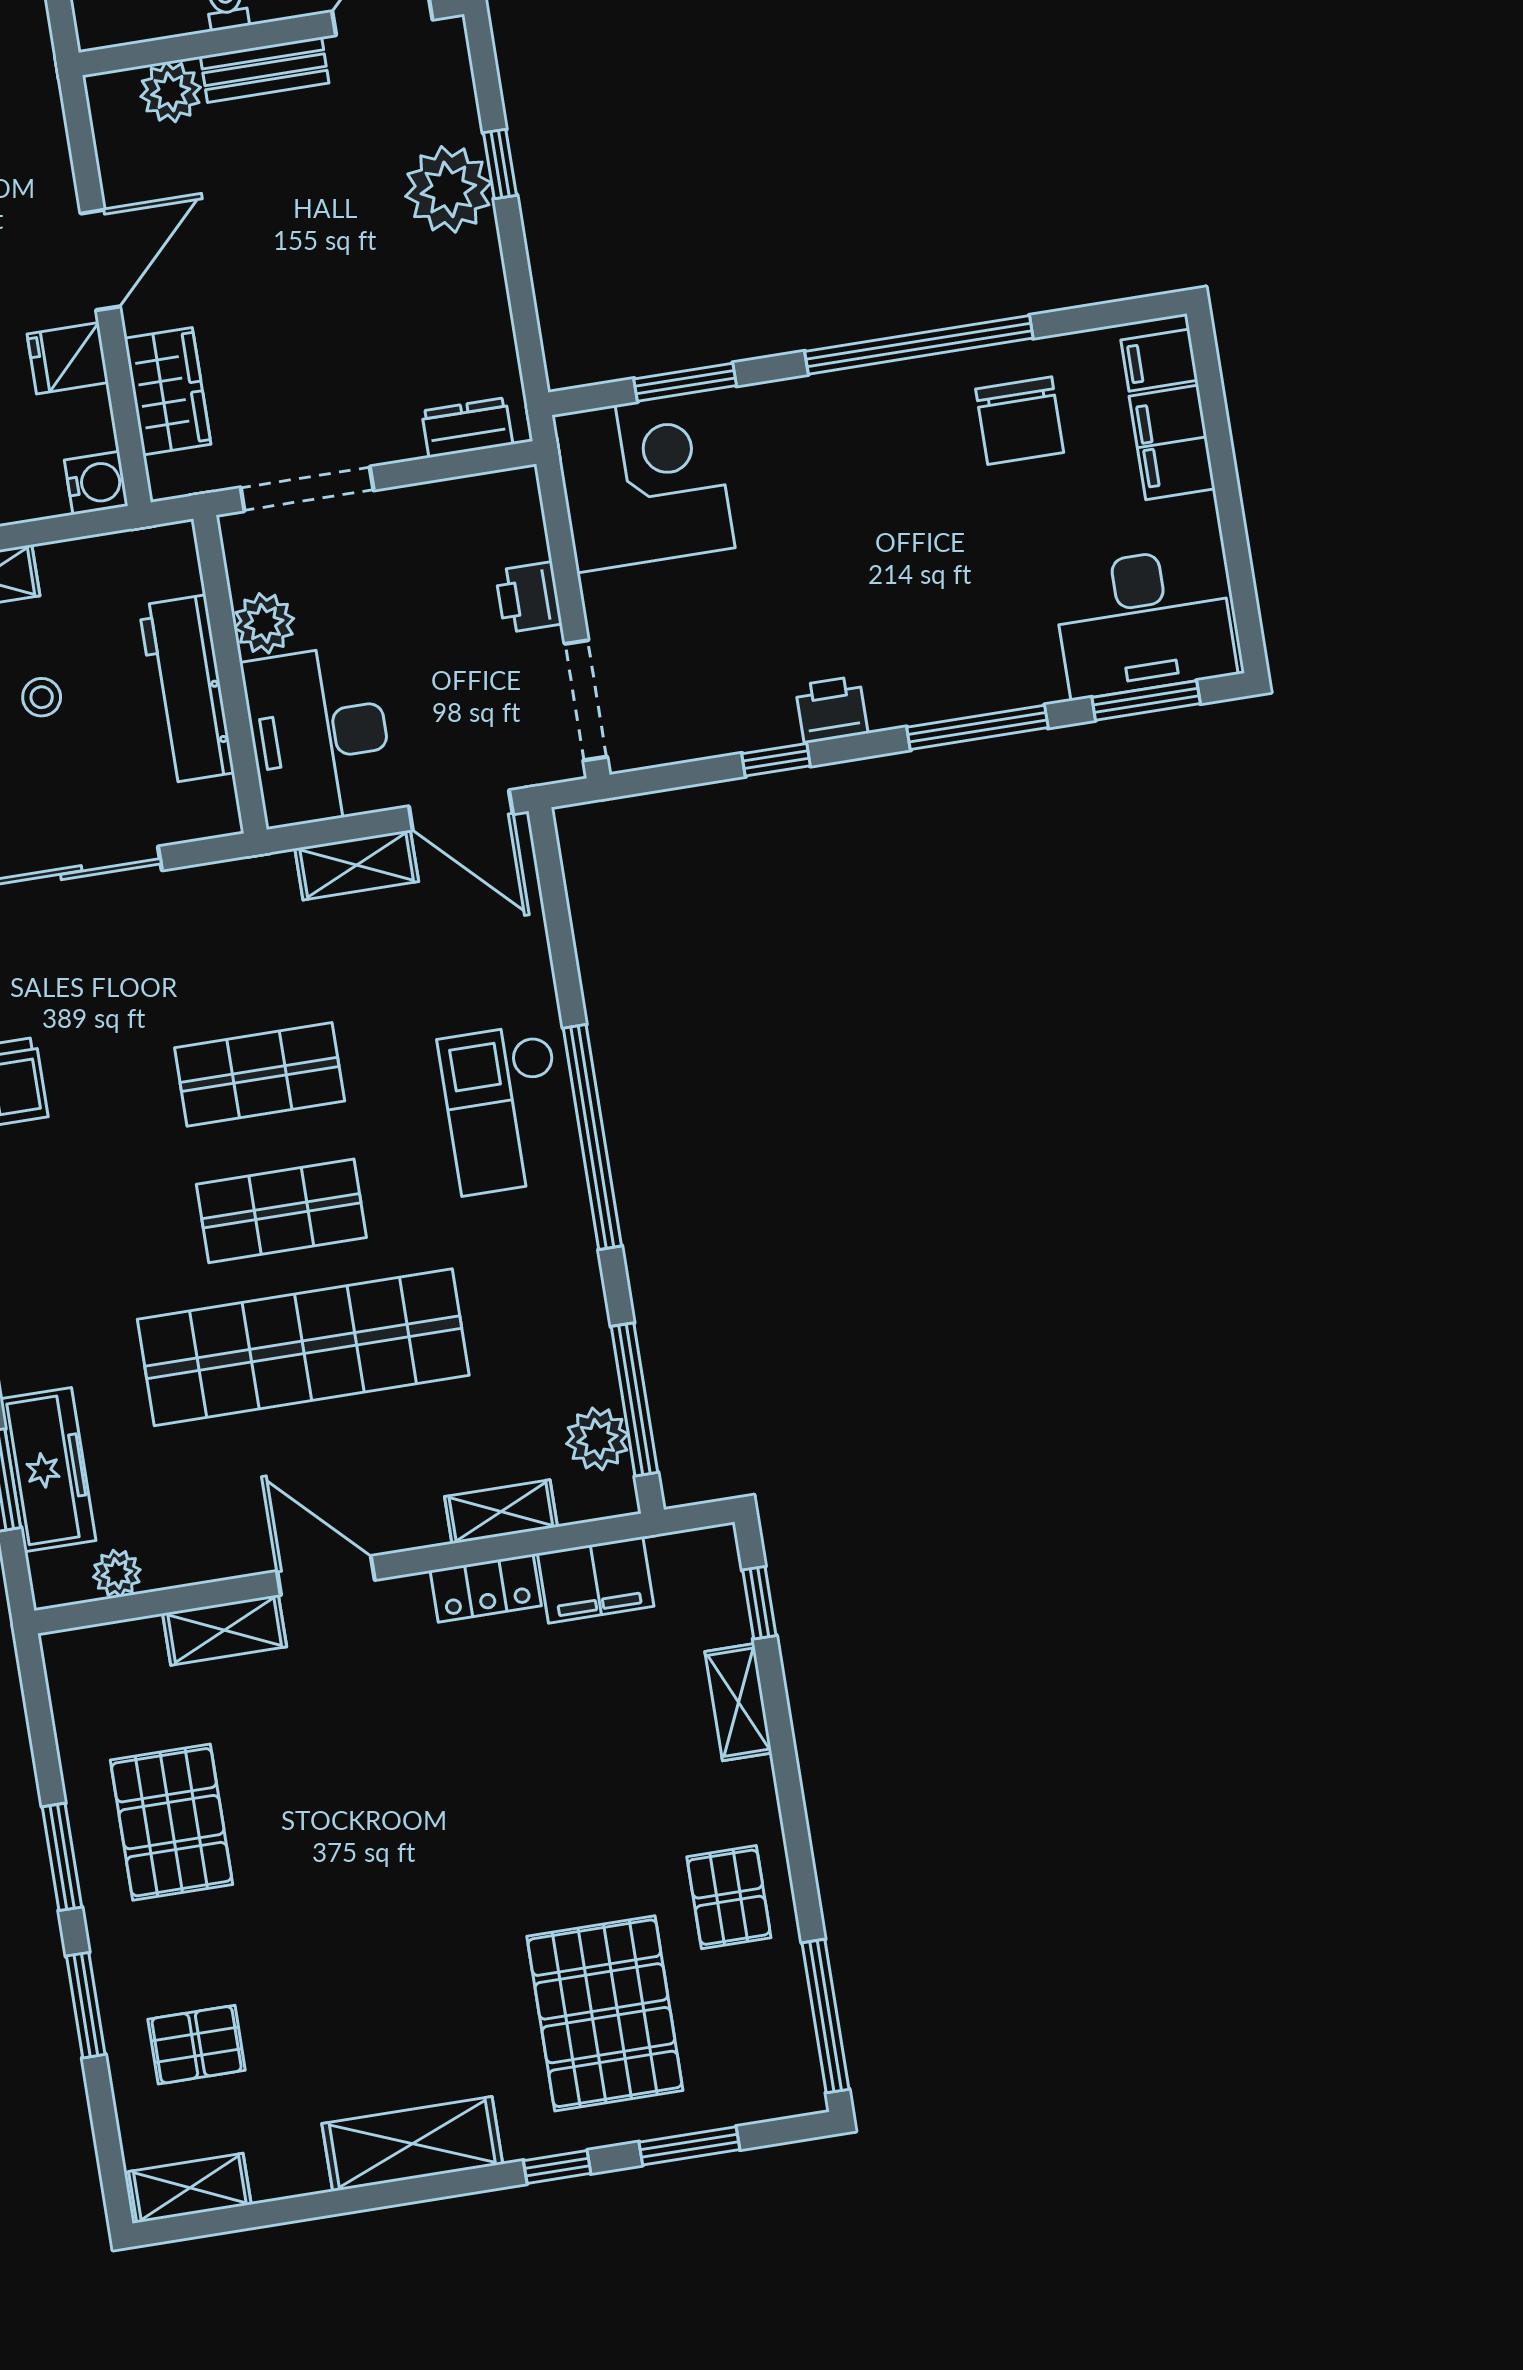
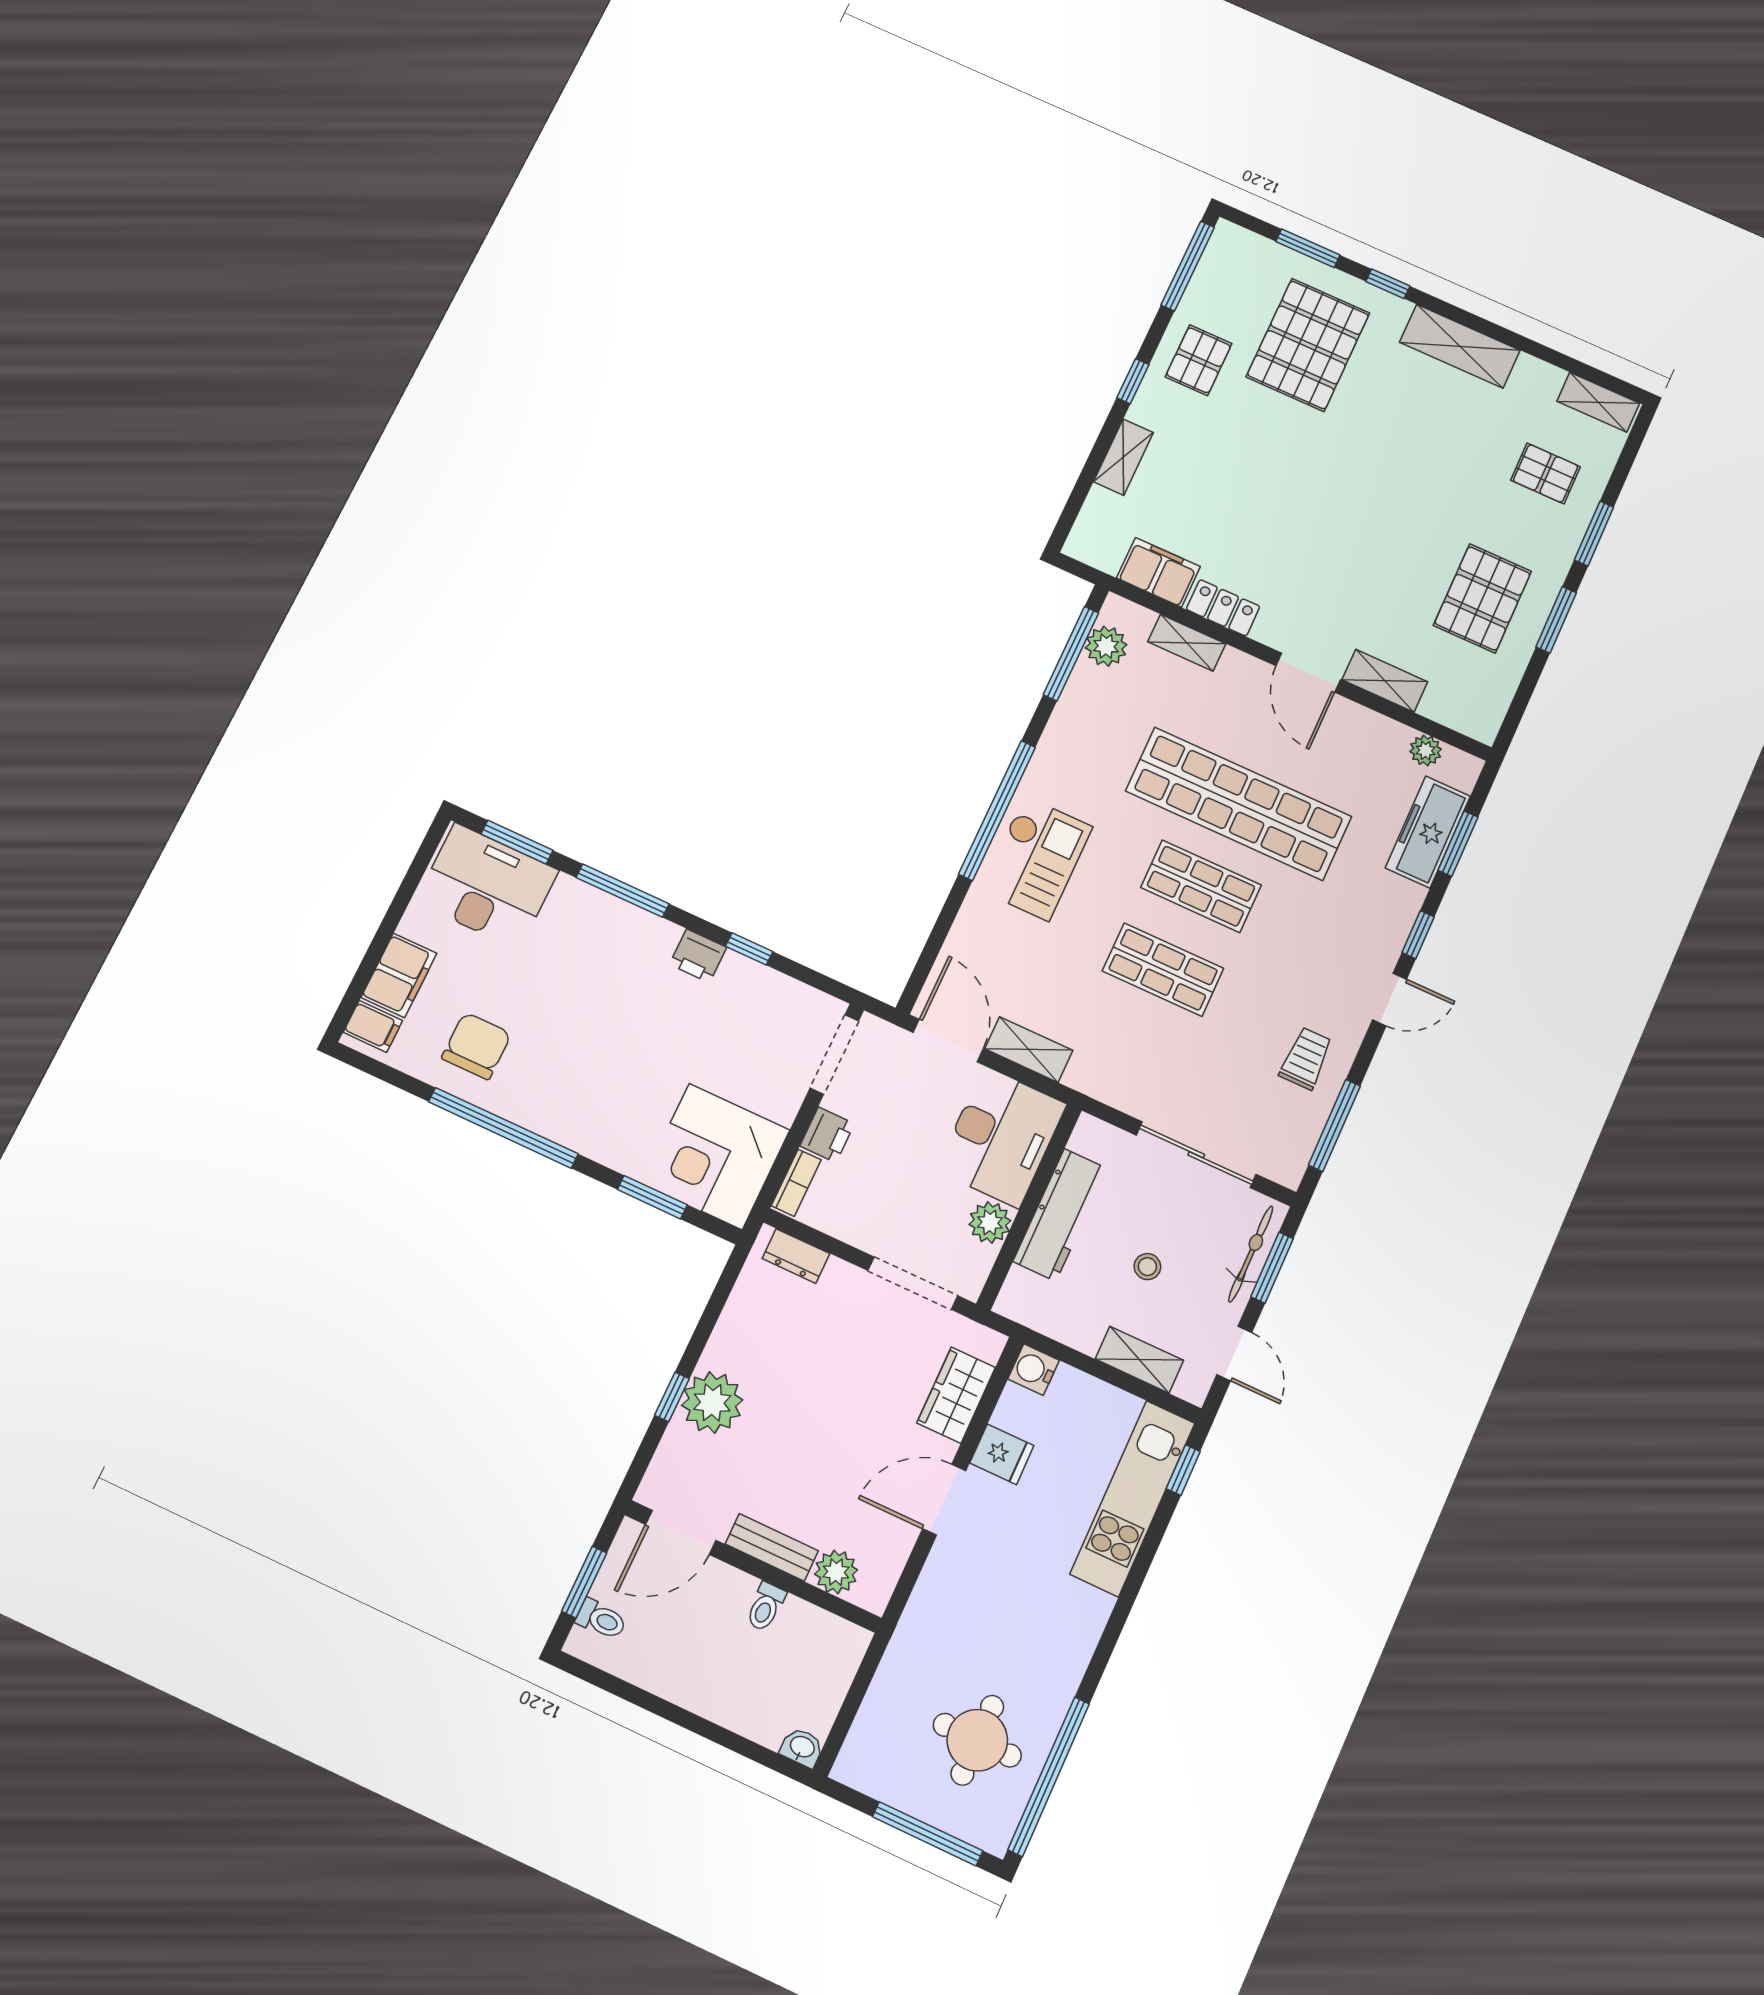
bookcase: (526, 515) -> (796, 1183), added
window: (759, 1603) -> (1133, 381), moved

